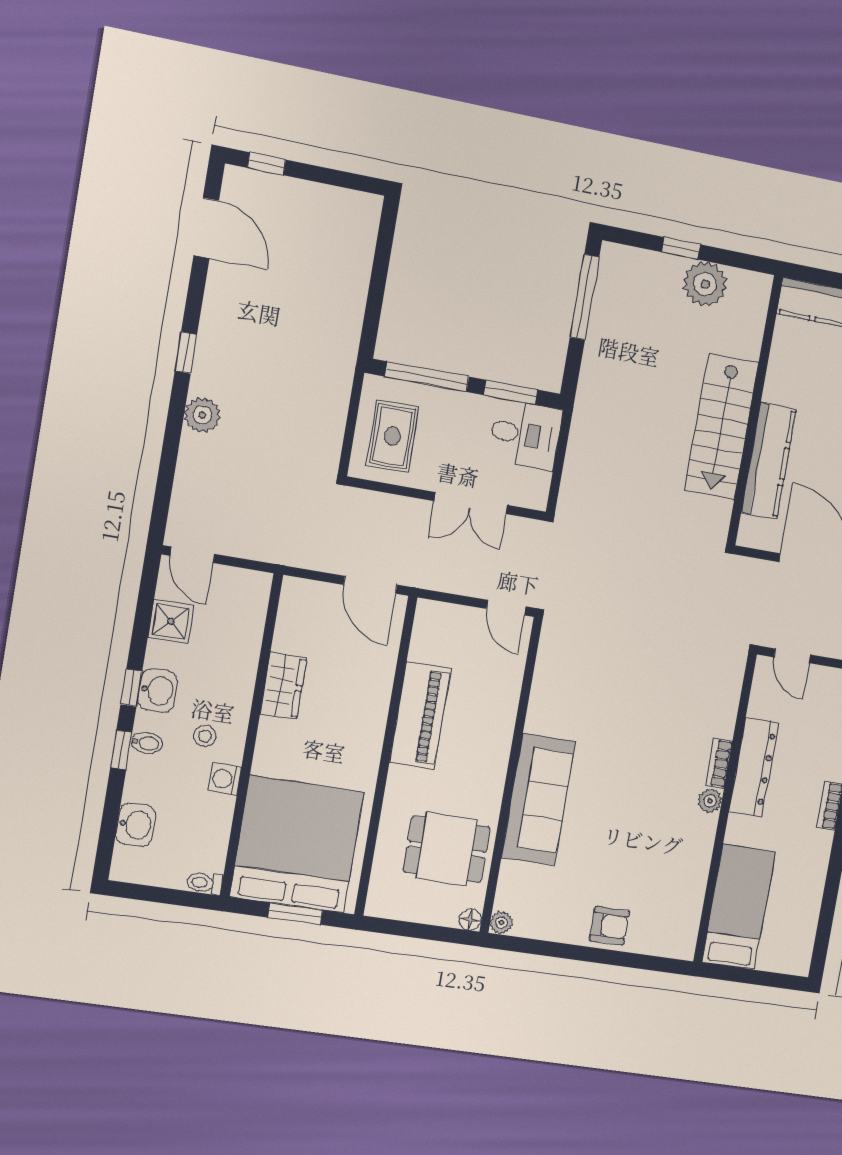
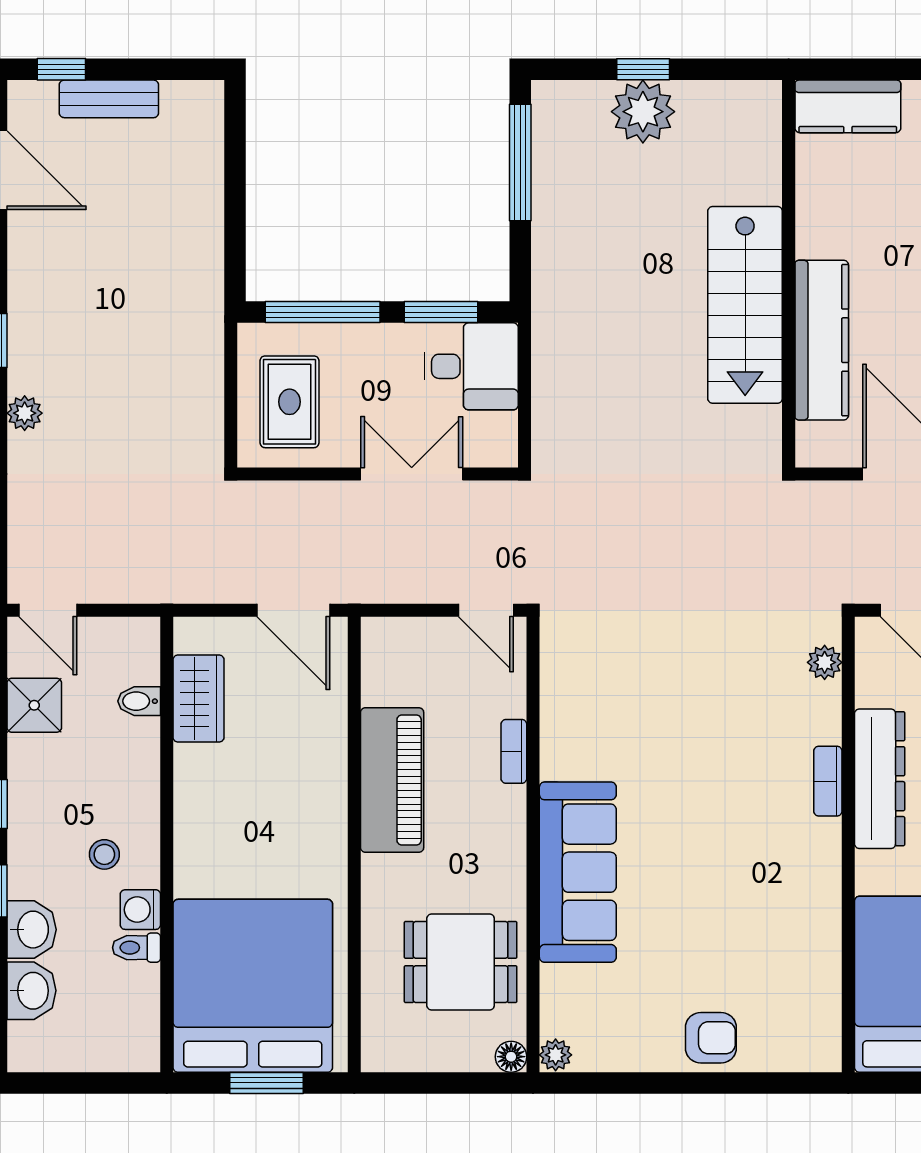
bench: (298, 192) -> (109, 99), added
plant: (705, 284) -> (643, 112), moved
plant: (202, 415) -> (25, 413), width x0.73, depth x0.73
double door: (471, 503) -> (412, 474), swing flipped
wardrobe: (283, 686) -> (199, 699), moved
washbasin: (158, 691) -> (32, 930), moved
bookcase: (509, 709) -> (514, 751), added
bidet: (147, 743) -> (139, 701), moved, turned 180
plant: (710, 801) -> (825, 662), moved
toilet: (205, 883) -> (136, 948), moved

